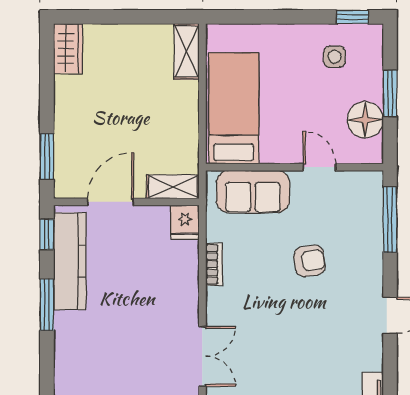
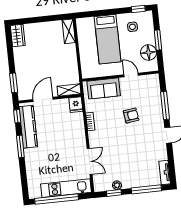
bed: (234, 108) -> (108, 39), moved, turned 180
window: (390, 220) -> (165, 105), moved

